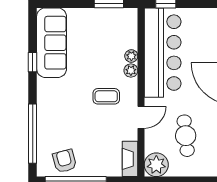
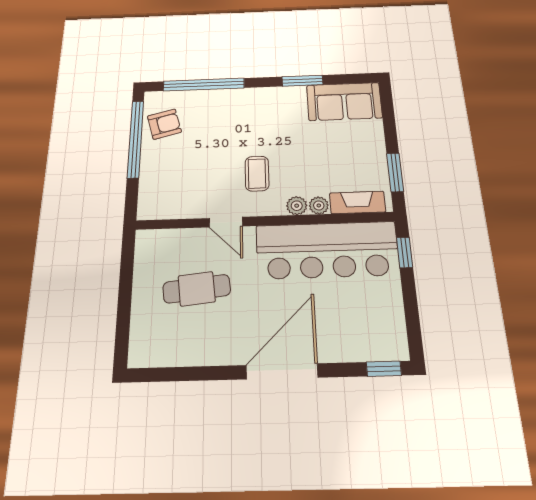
sofa: (52, 43) -> (344, 101), width x0.73
window: (33, 62) -> (302, 81), width x1.50
fireplace: (130, 159) -> (357, 202), moved
plant: (156, 165) -> (153, 246), removed

